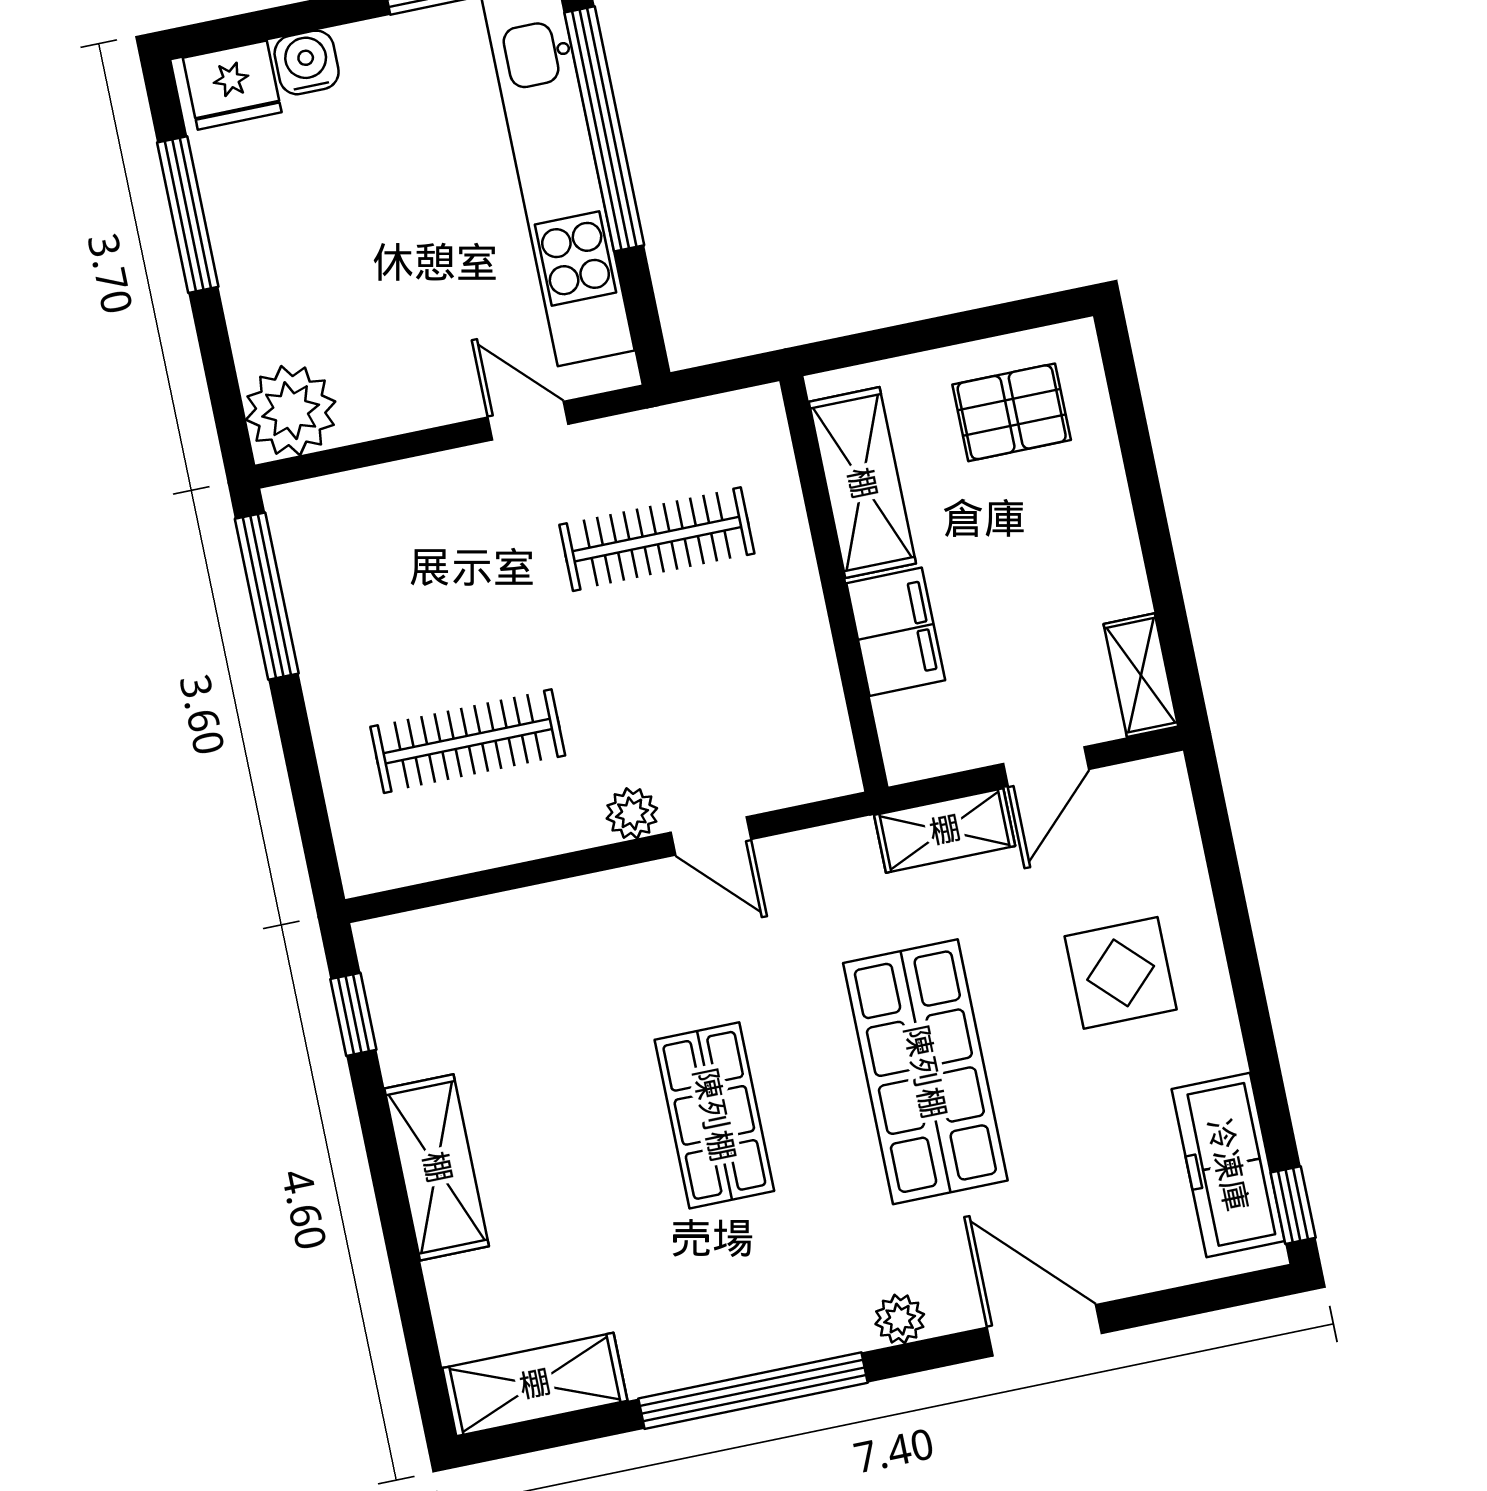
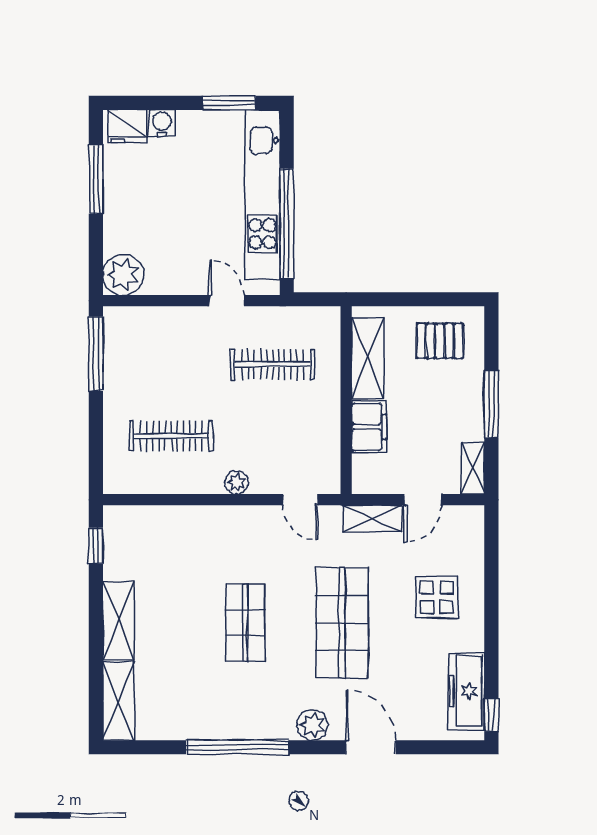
window: (604, 129) -> (287, 224), moved
window: (1152, 526) -> (491, 404), added
door: (711, 836) -> (300, 500), moved
plant: (900, 1319) -> (312, 725), width x1.38, depth x1.38
shelving: (535, 1384) -> (118, 701), moved, turned 90

